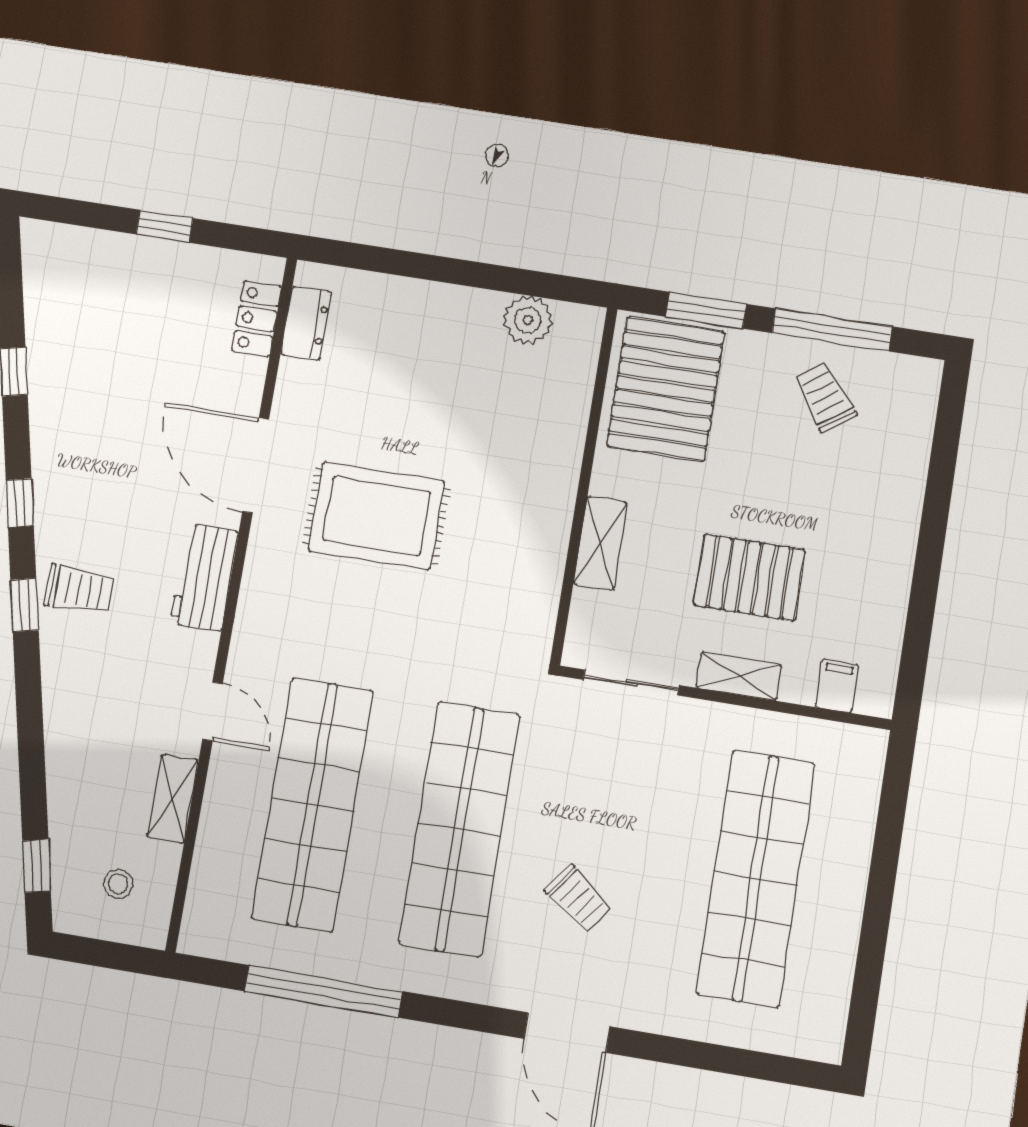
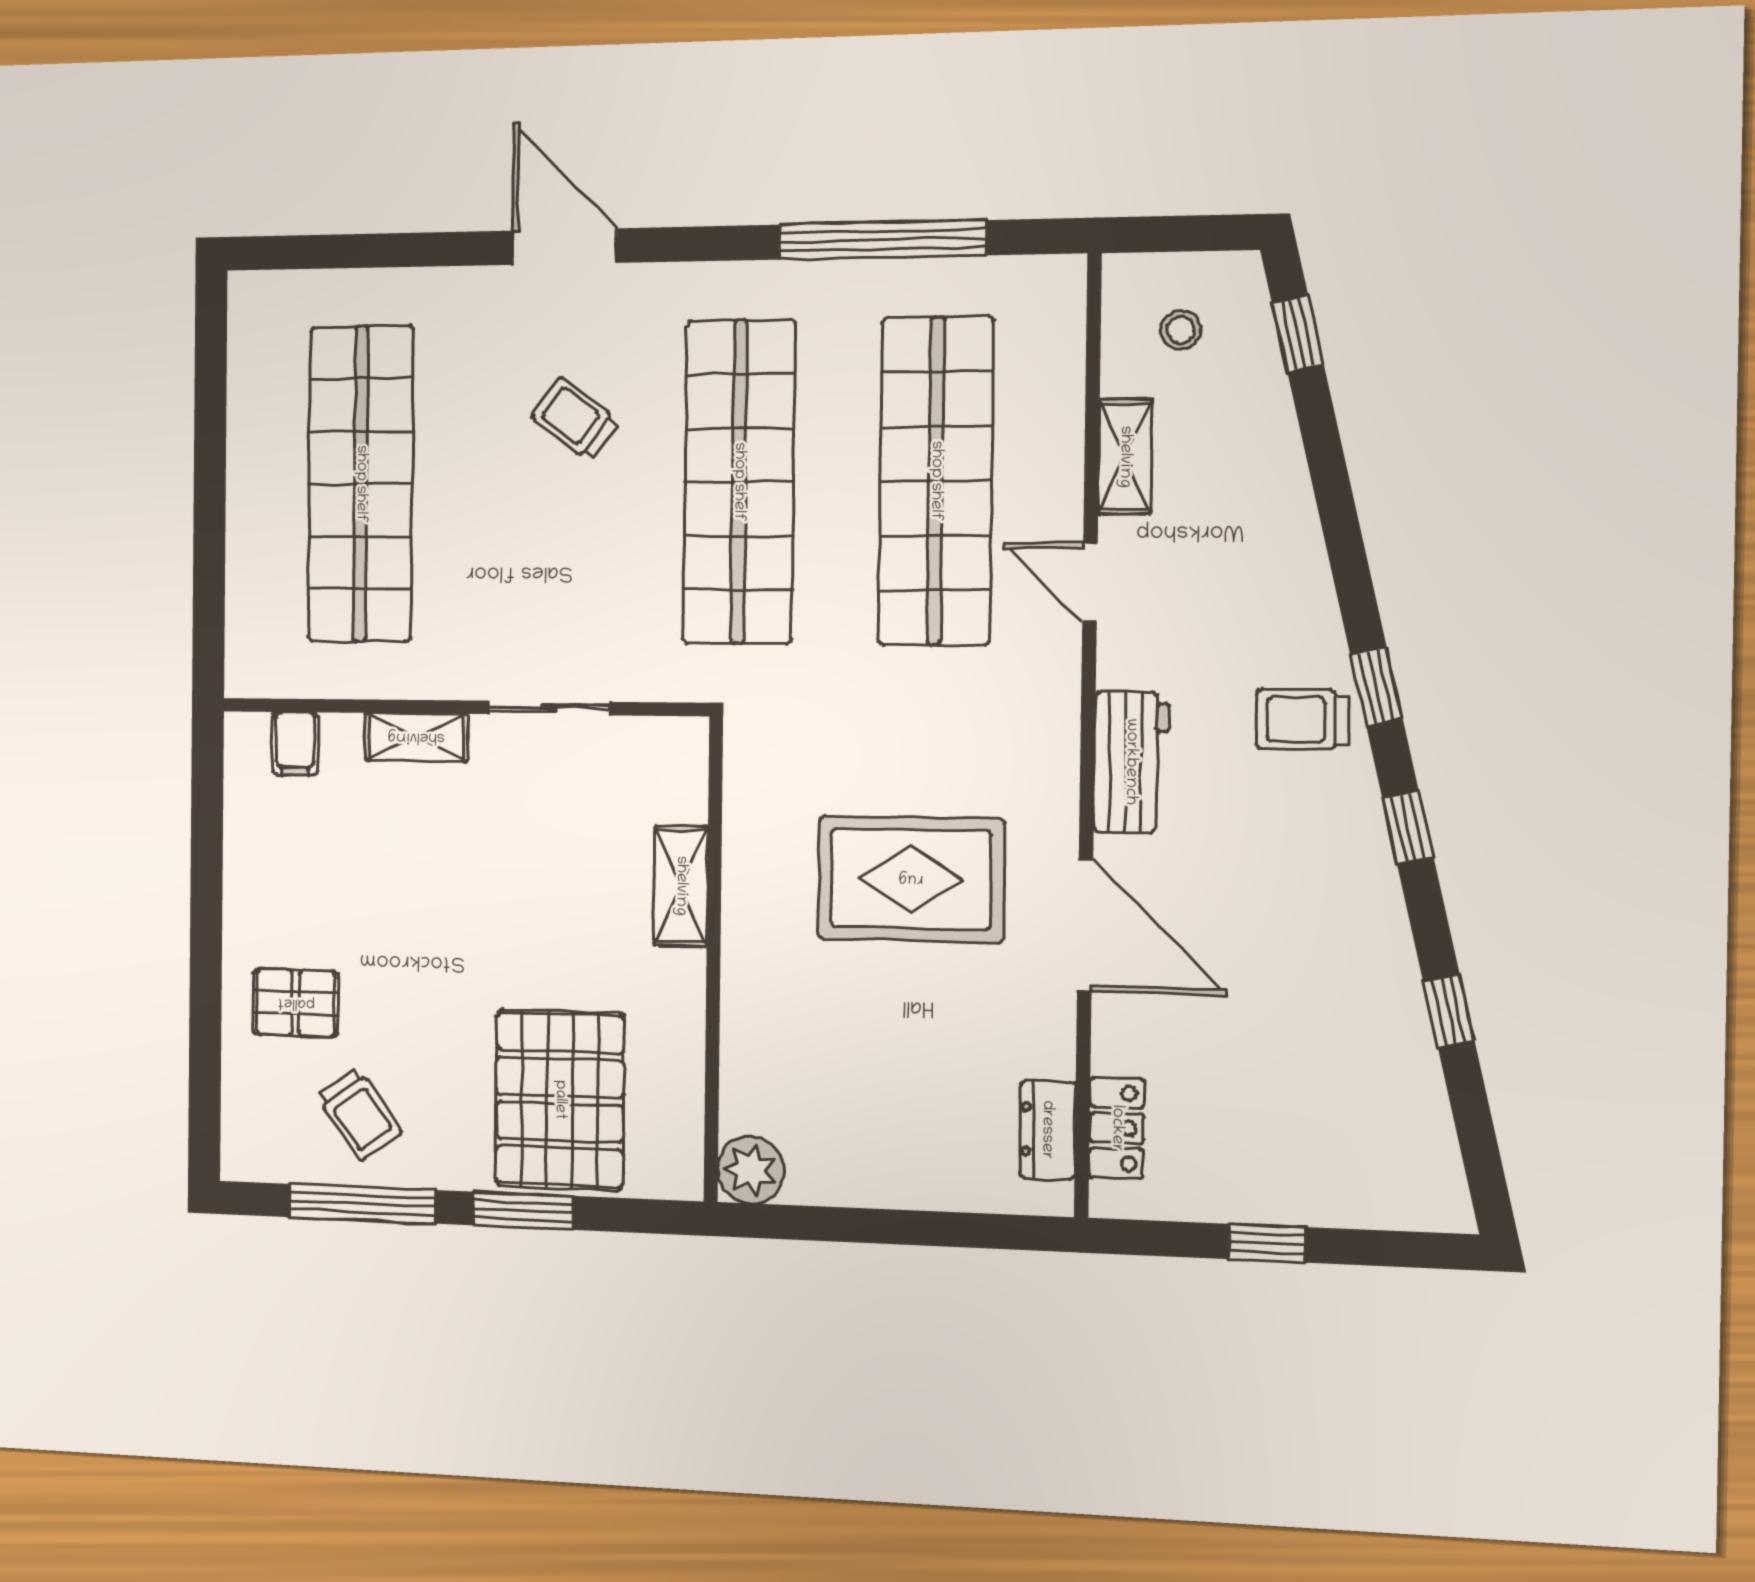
wall: (584, 485) -> (713, 960), moved
shelving: (600, 543) -> (681, 886), moved
pallet: (749, 577) -> (296, 1003), moved, width x0.67, depth x0.71

